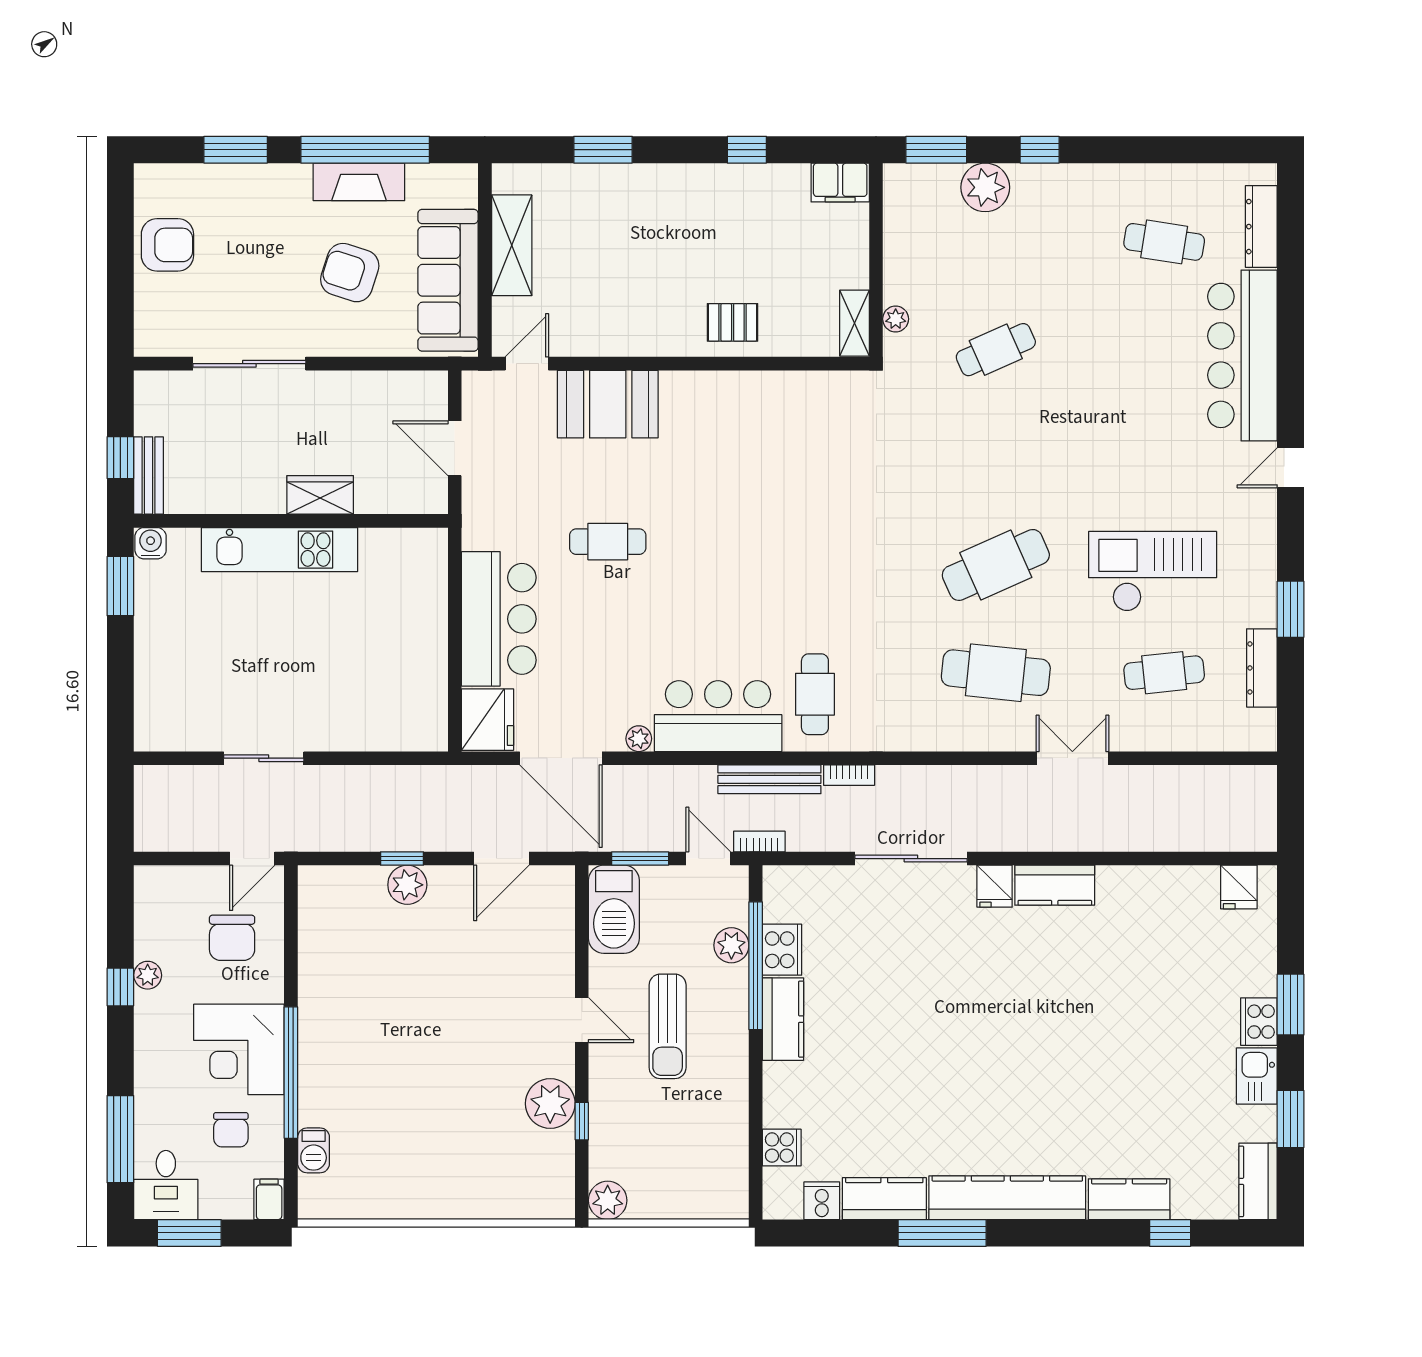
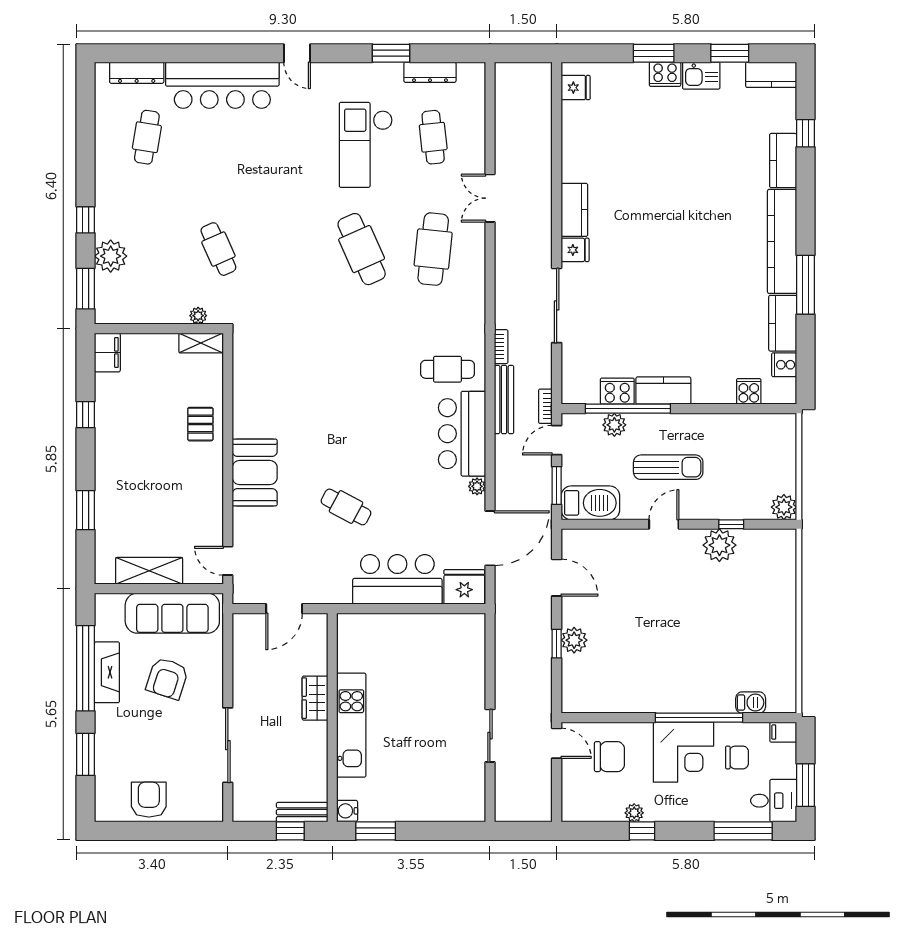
booth: (608, 404) -> (255, 473), moved
cafe table: (608, 542) -> (346, 507), turned -62

